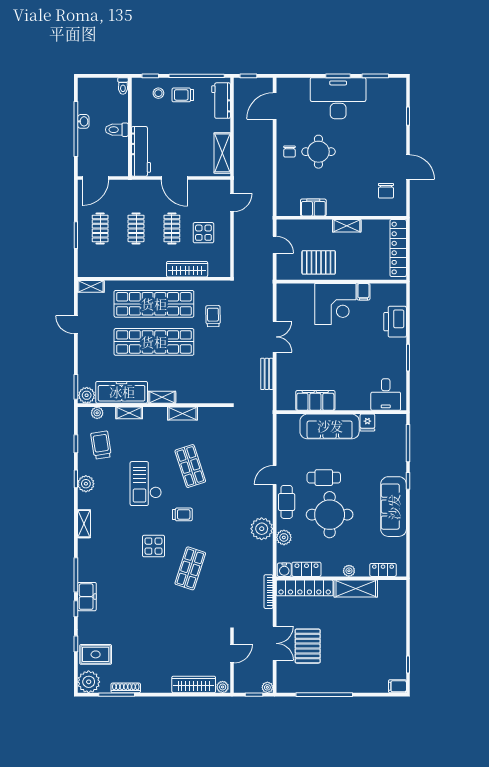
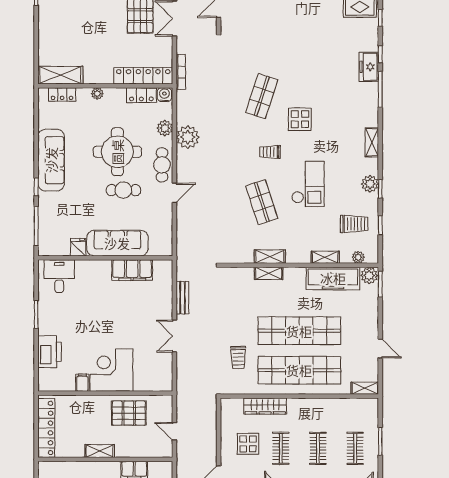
shelving: (162, 397) -> (269, 273), moved
trolley: (101, 445) -> (354, 224), turned -81
shelving: (356, 589) -> (60, 75), moved

